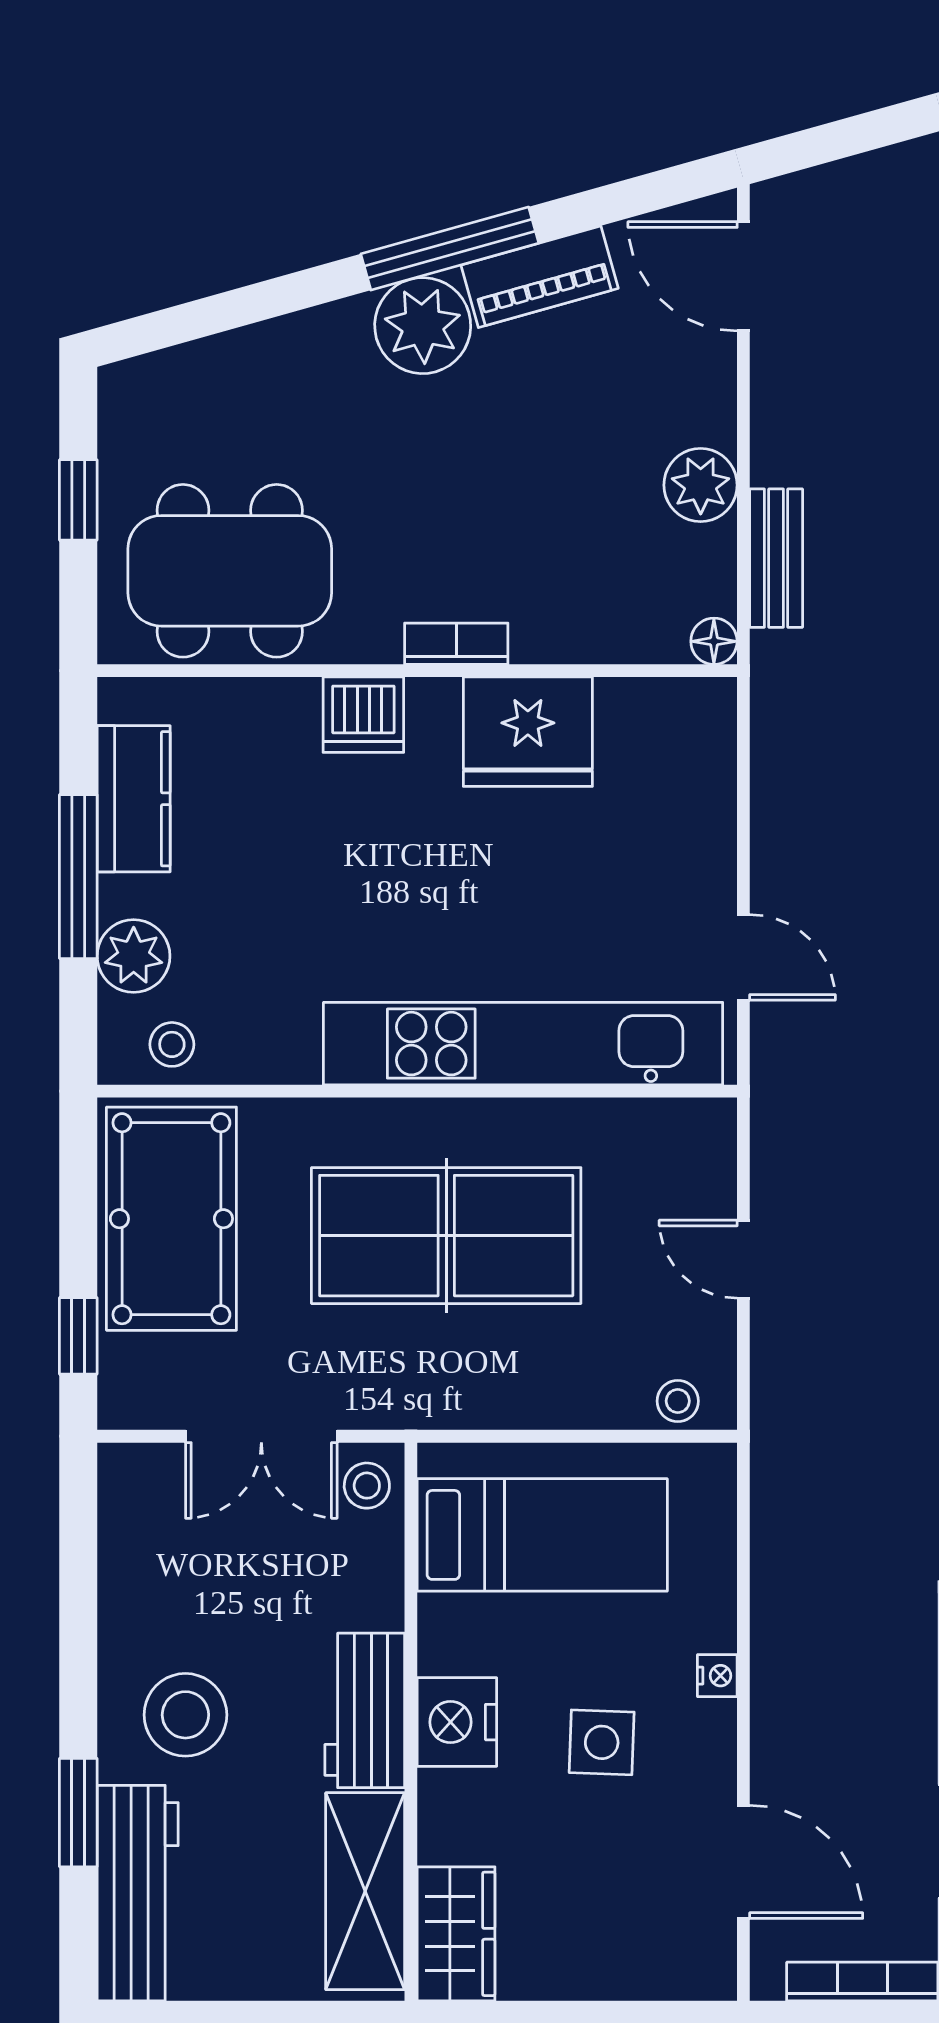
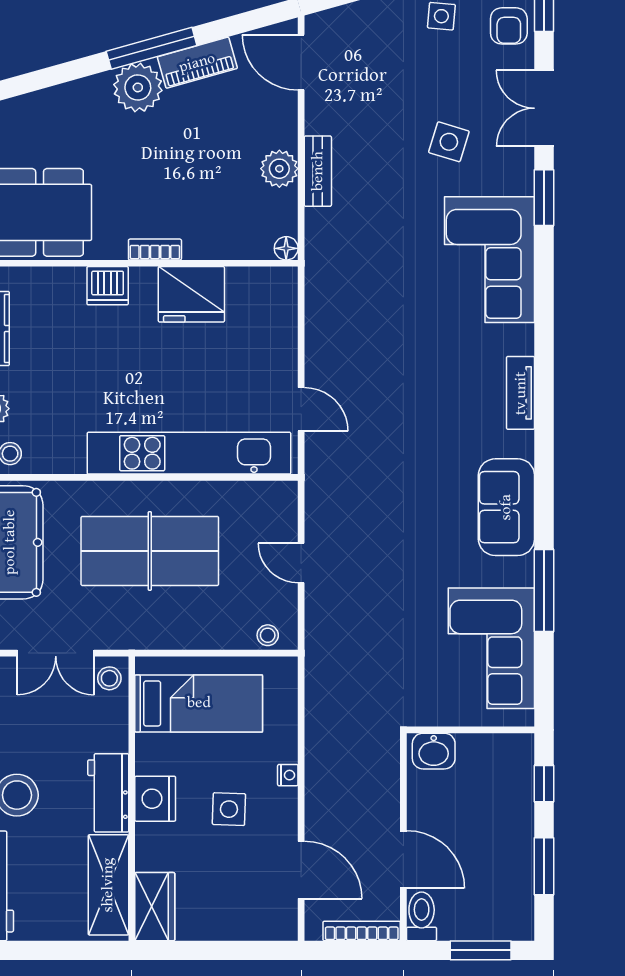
bench: (776, 558) -> (318, 171), moved

